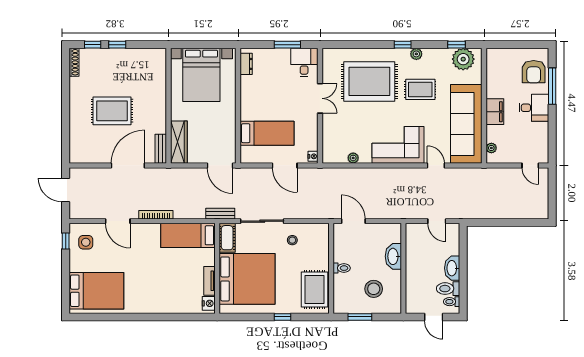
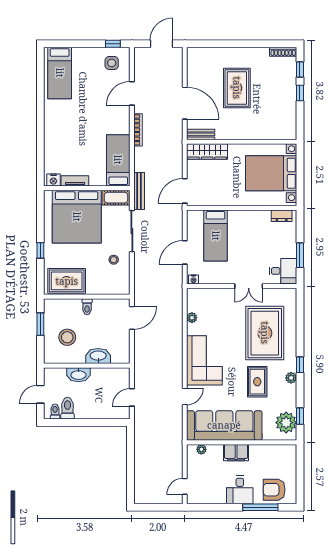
bench: (220, 214) -> (139, 191), width x1.36
washbasin: (452, 268) -> (78, 375), moved, turned 180
bed: (96, 291) -> (60, 73), width x0.67

